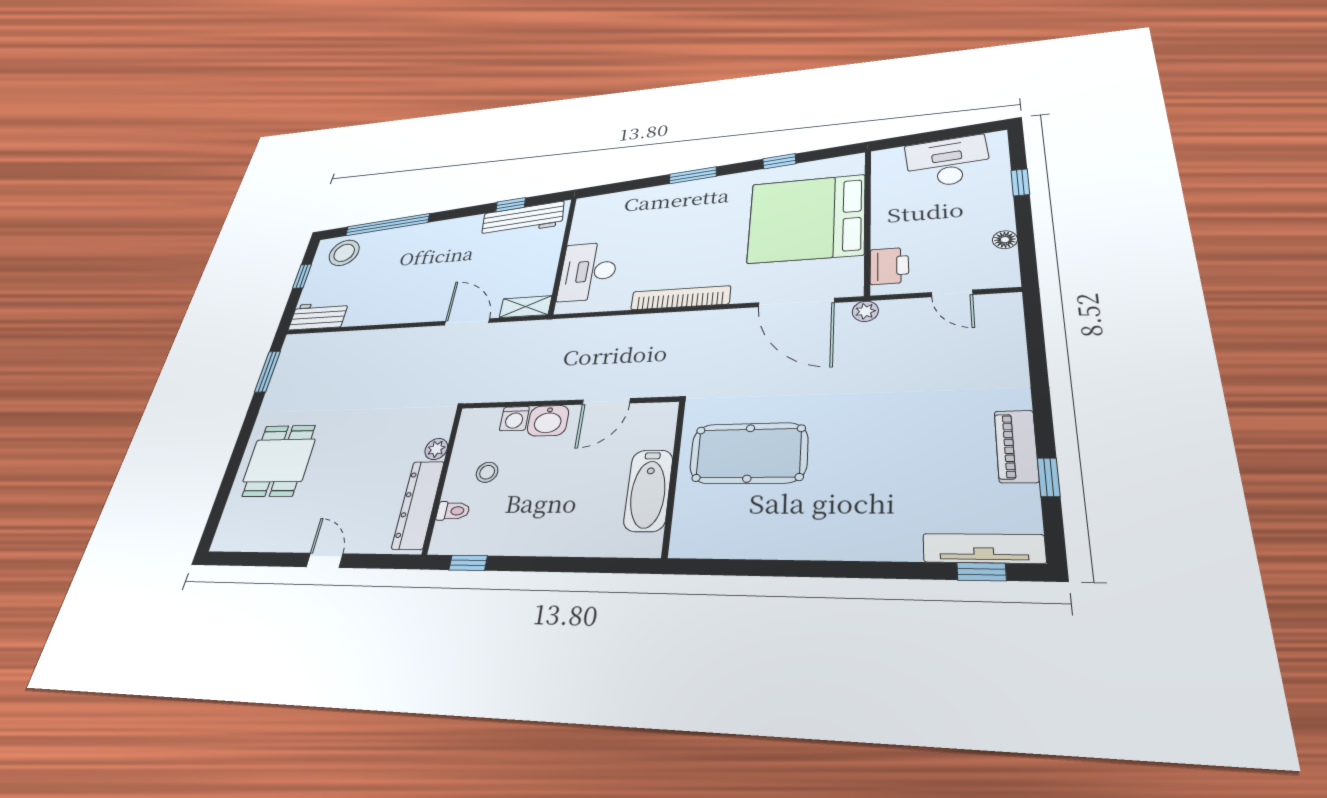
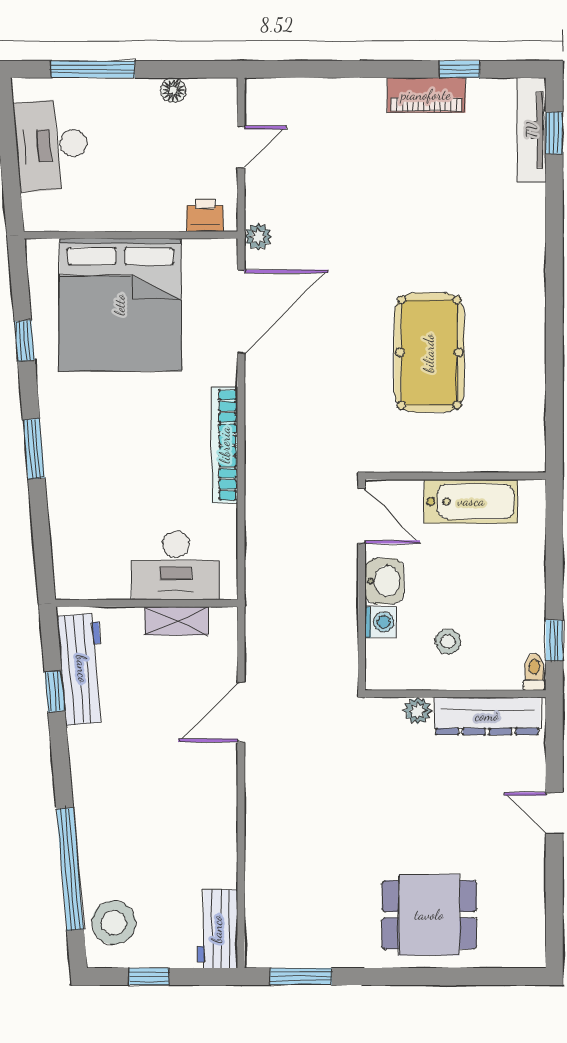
window: (1020, 182) -> (93, 69), width x2.17
printer: (889, 266) -> (205, 215), width x0.73, depth x0.81
shelving: (526, 307) -> (177, 621), moved, turned 90
wall: (674, 477) -> (455, 476), moved
bathtub: (648, 490) -> (471, 501), moved
toilet: (453, 511) -> (534, 672), moved
door: (325, 560) -> (554, 813), hinge flipped

